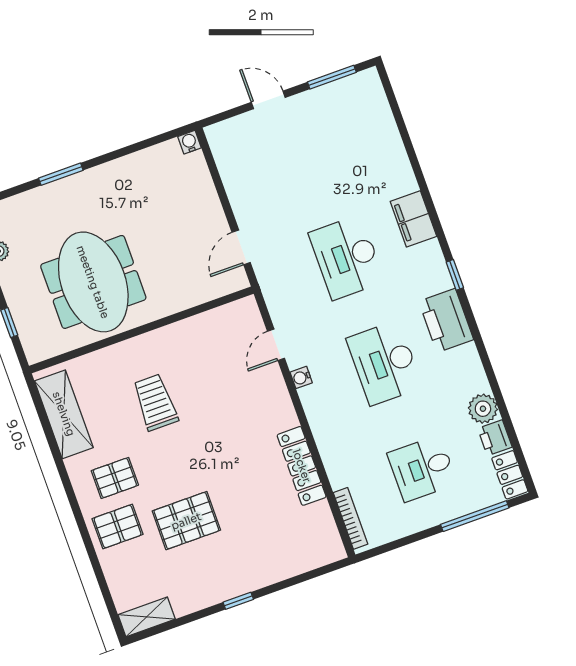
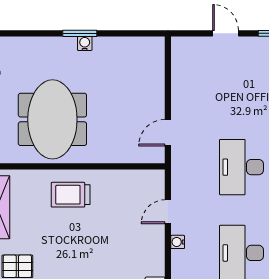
water cooler: (189, 142) -> (85, 43), moved
window: (61, 174) -> (80, 33), moved
trolley: (155, 402) -> (71, 195), moved, turned -90

